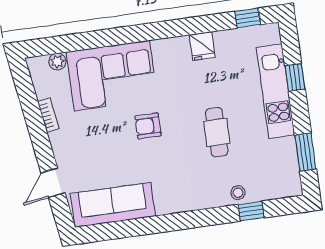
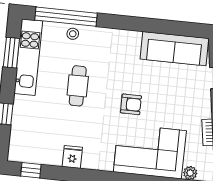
kitchen unit: (275, 91) -> (28, 57), moved
window: (251, 211) -> (66, 17), width x3.17

